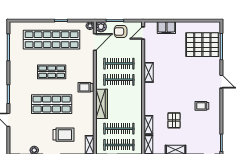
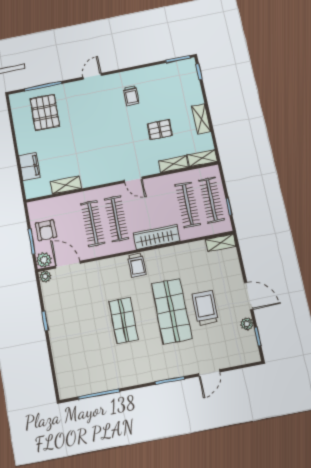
door: (143, 33) -> (133, 180), moved
shop shelf: (52, 40) -> (75, 330), removed
pallet: (202, 45) -> (45, 112), width x0.73, depth x0.71
shelving: (149, 72) -> (66, 185), moved
trolley: (63, 135) -> (205, 308), moved

